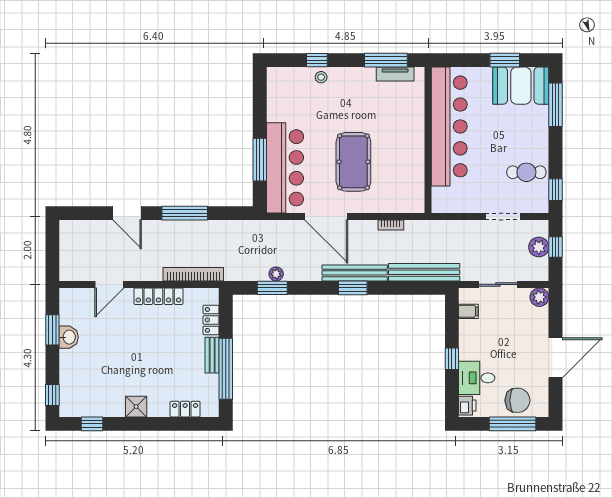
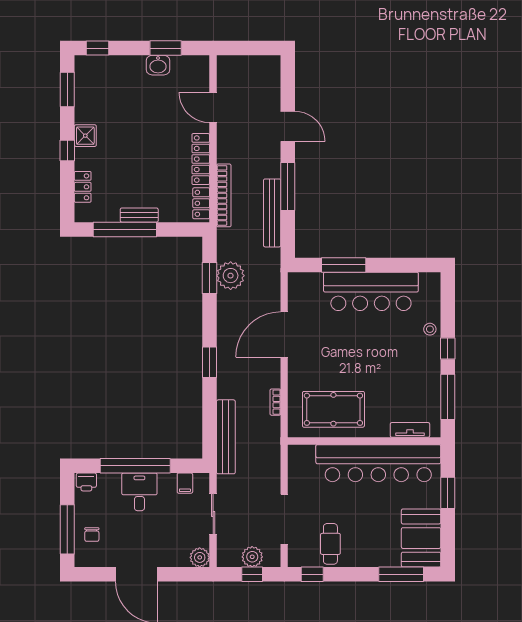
window: (317, 60) -> (448, 348), moved
window: (505, 60) -> (448, 493), moved
tv unit: (395, 74) -> (410, 430), moved, turned 90
pool table: (353, 162) -> (333, 409), moved
bar counter: (285, 168) -> (371, 291), moved
door: (127, 213) -> (288, 126), swing flipped
doorway: (503, 216) -> (284, 519), width x1.36
bench: (355, 273) -> (272, 213), moved
plant: (276, 274) -> (231, 276), width x1.88, depth x1.88
locker: (211, 320) -> (201, 203), moved, turned -90
window: (452, 359) -> (135, 466), width x3.17
desk: (477, 378) -> (139, 492), moved
chair: (517, 400) -> (92, 535), width x0.54, depth x0.54
window: (92, 424) -> (67, 89), width x1.50
window: (150, 424) -> (67, 151), added

